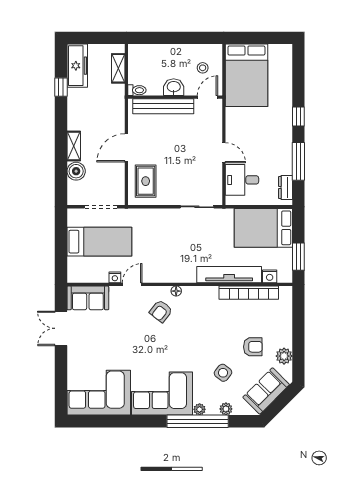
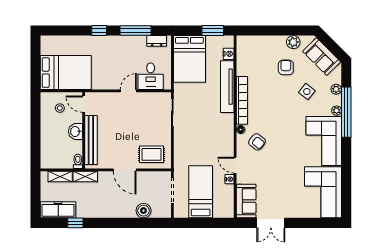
shelving: (74, 146) -> (85, 176), moved
bookcase: (249, 293) -> (242, 100), moved

